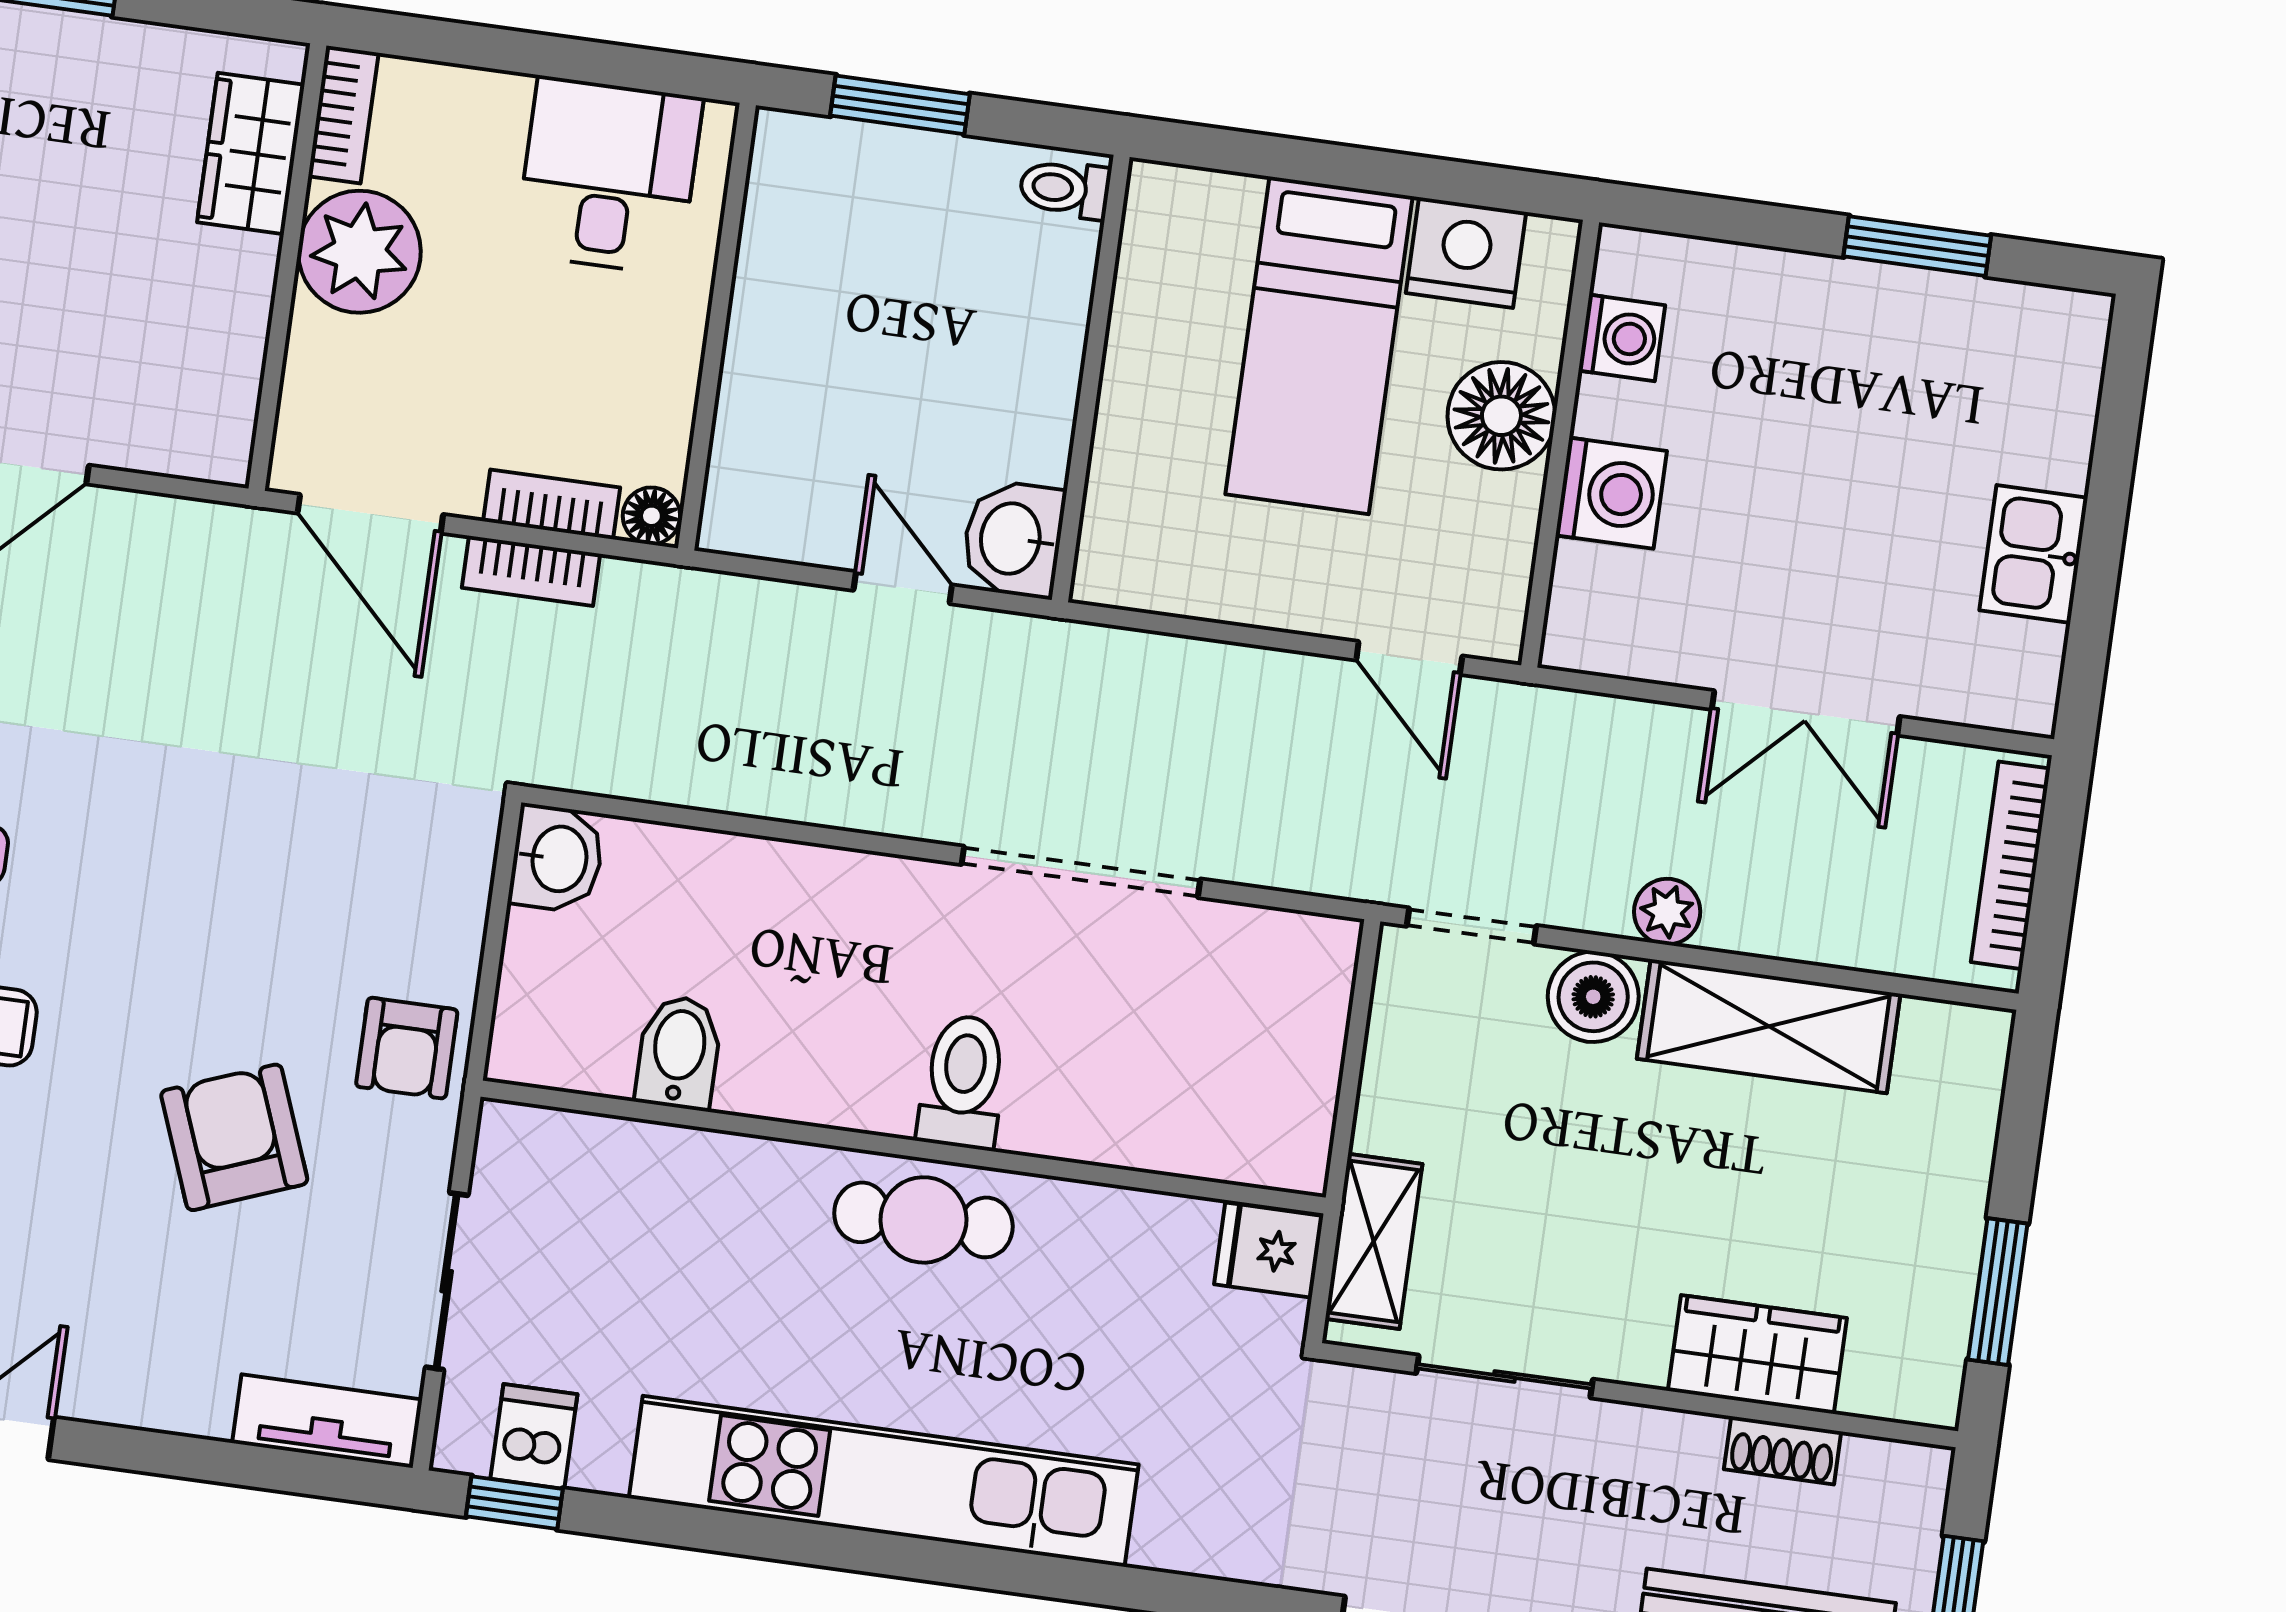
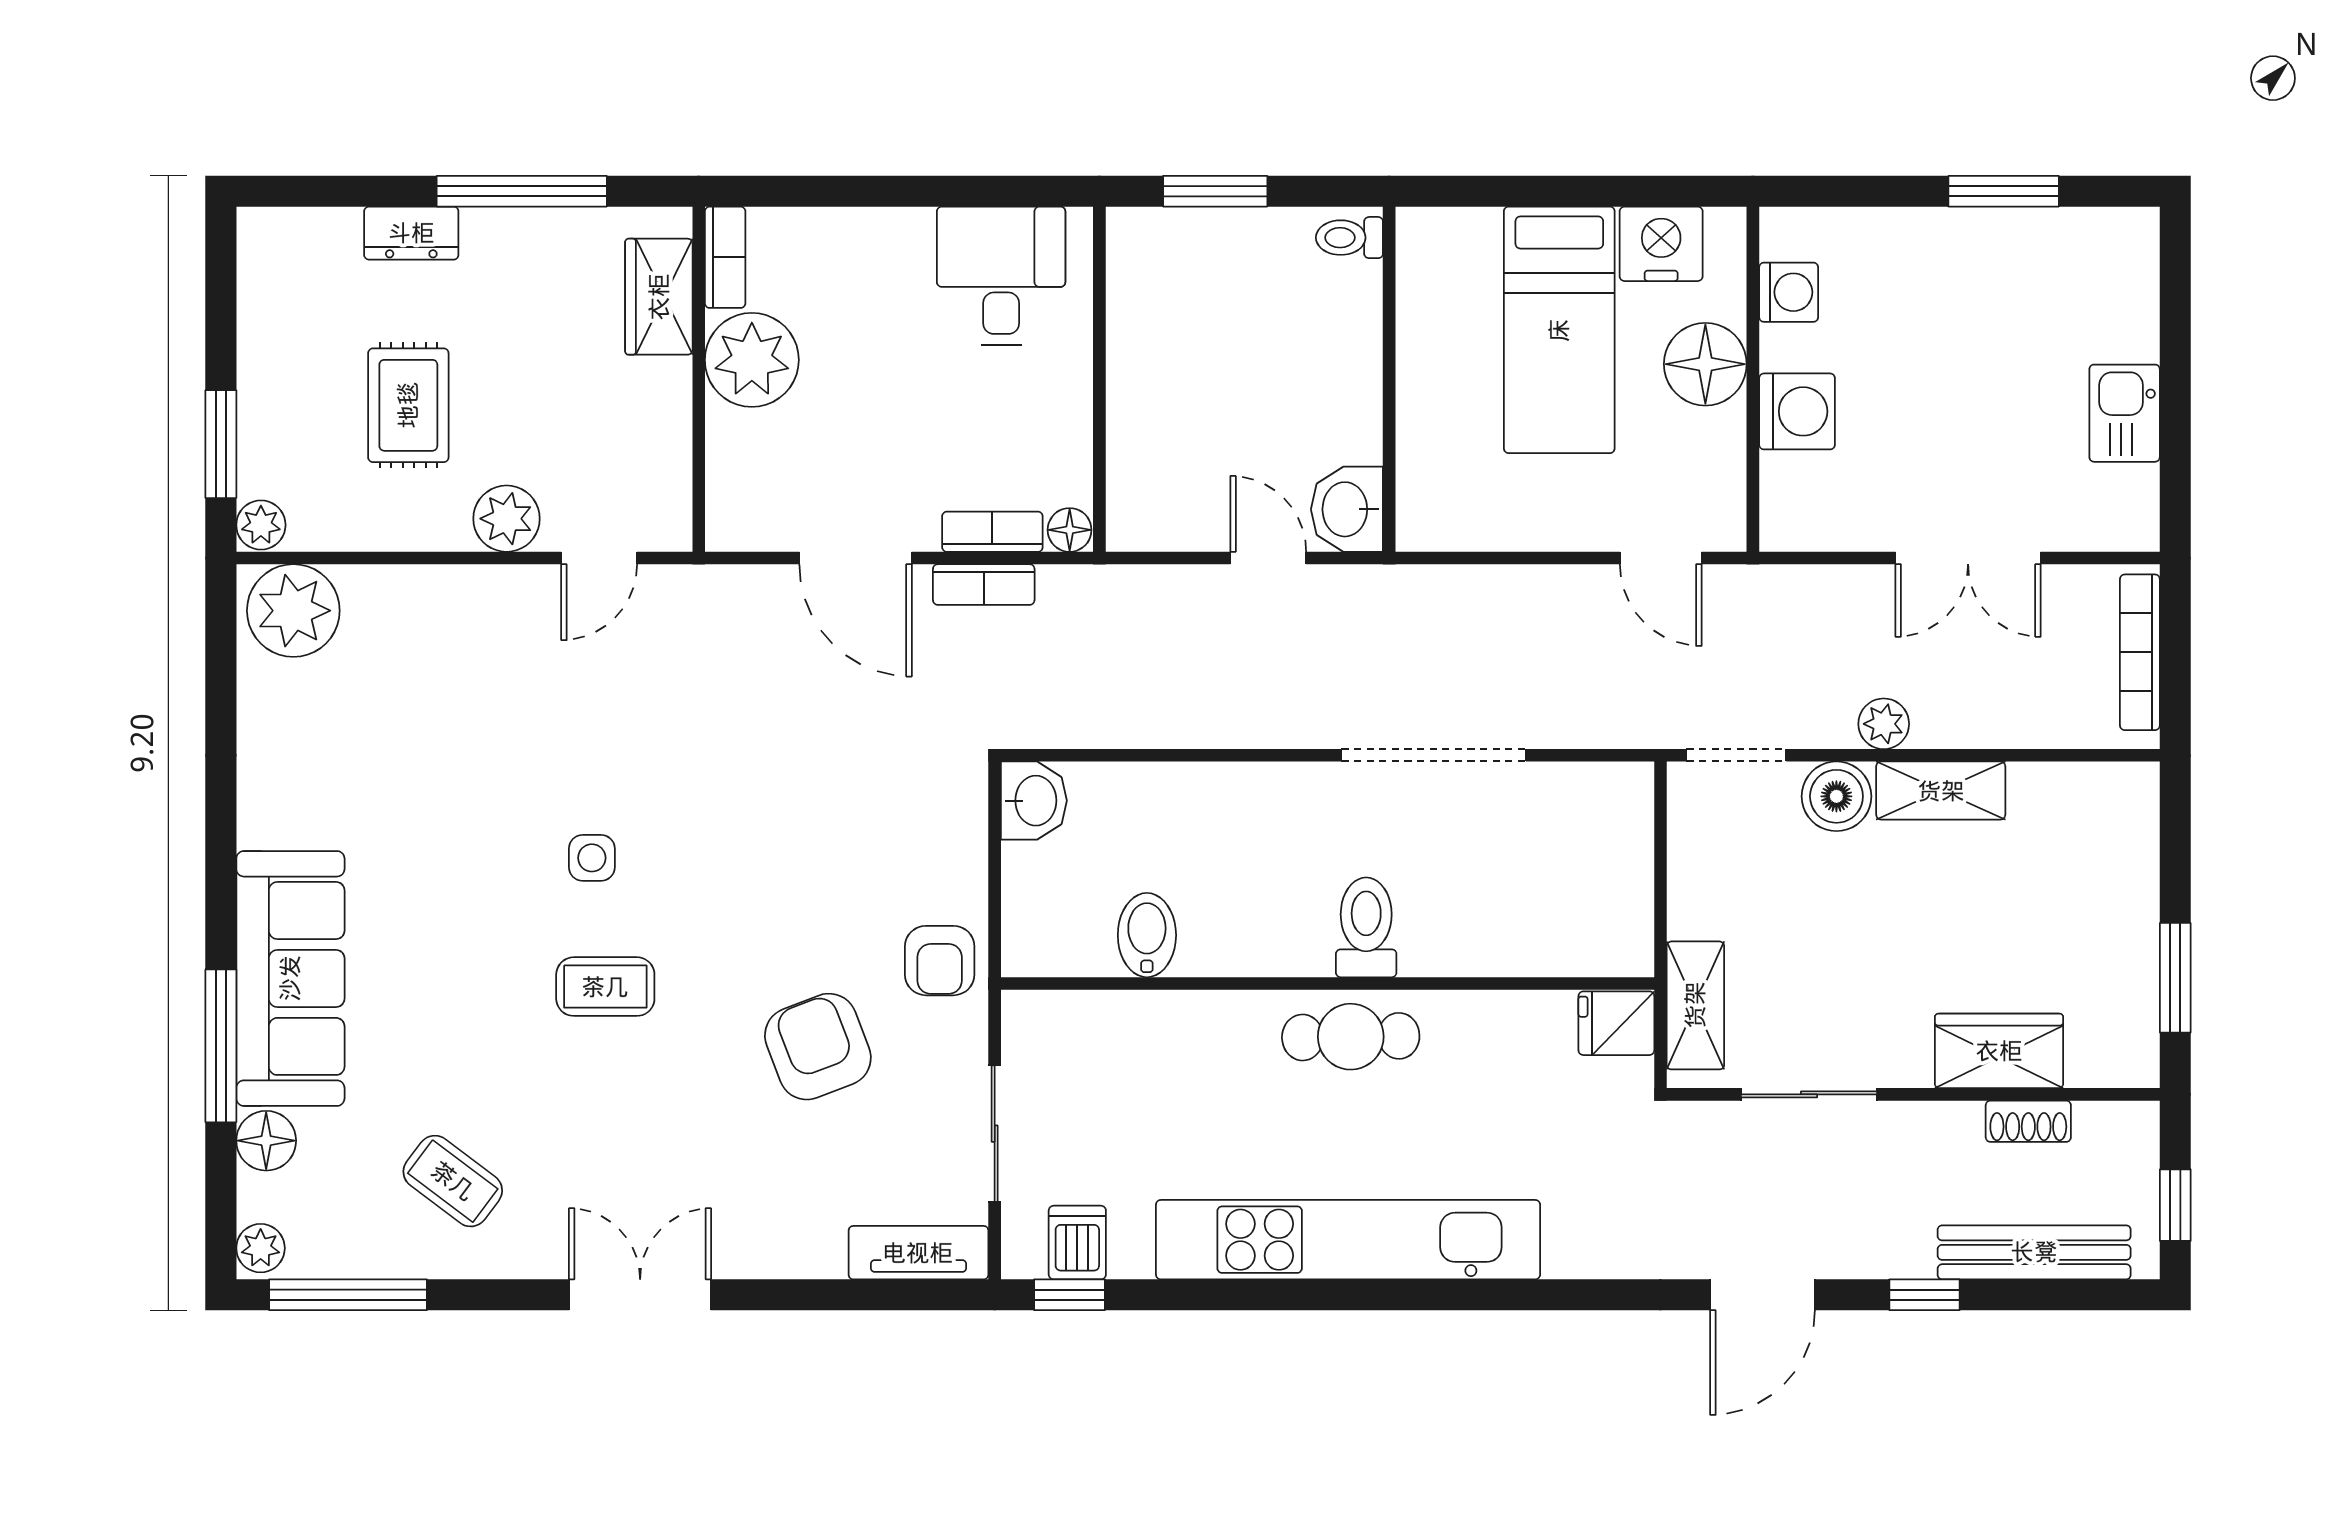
bookcase: (343, 115) -> (725, 257), moved
wardrobe: (251, 154) -> (659, 297), moved
plant: (359, 252) -> (752, 360), moved
wall: (287, 267) -> (699, 379), moved
shelving: (1769, 1026) -> (1941, 791), width x0.67, depth x0.75

